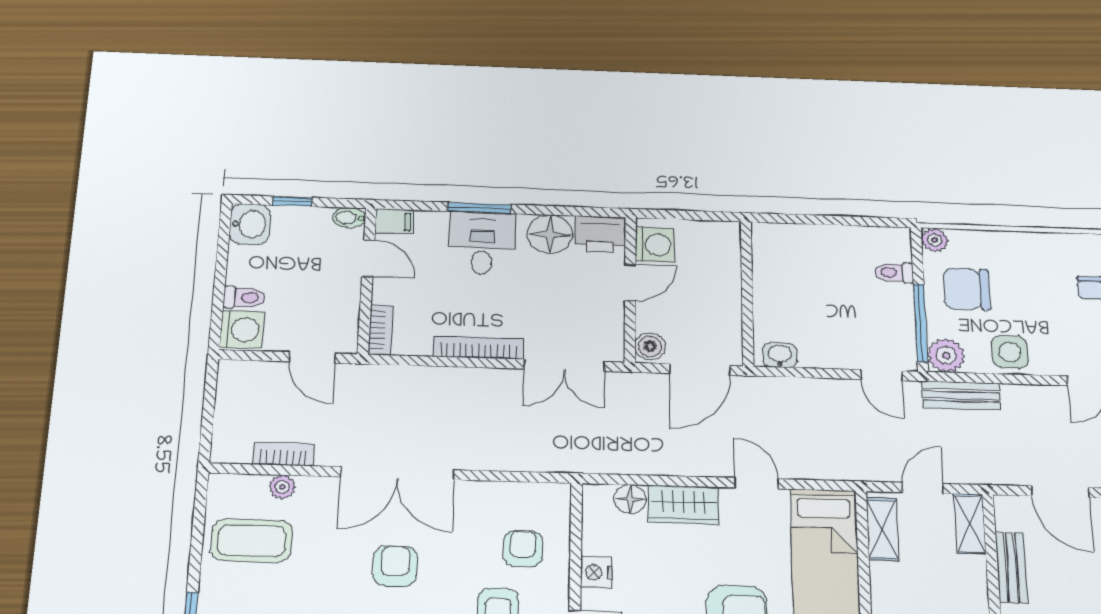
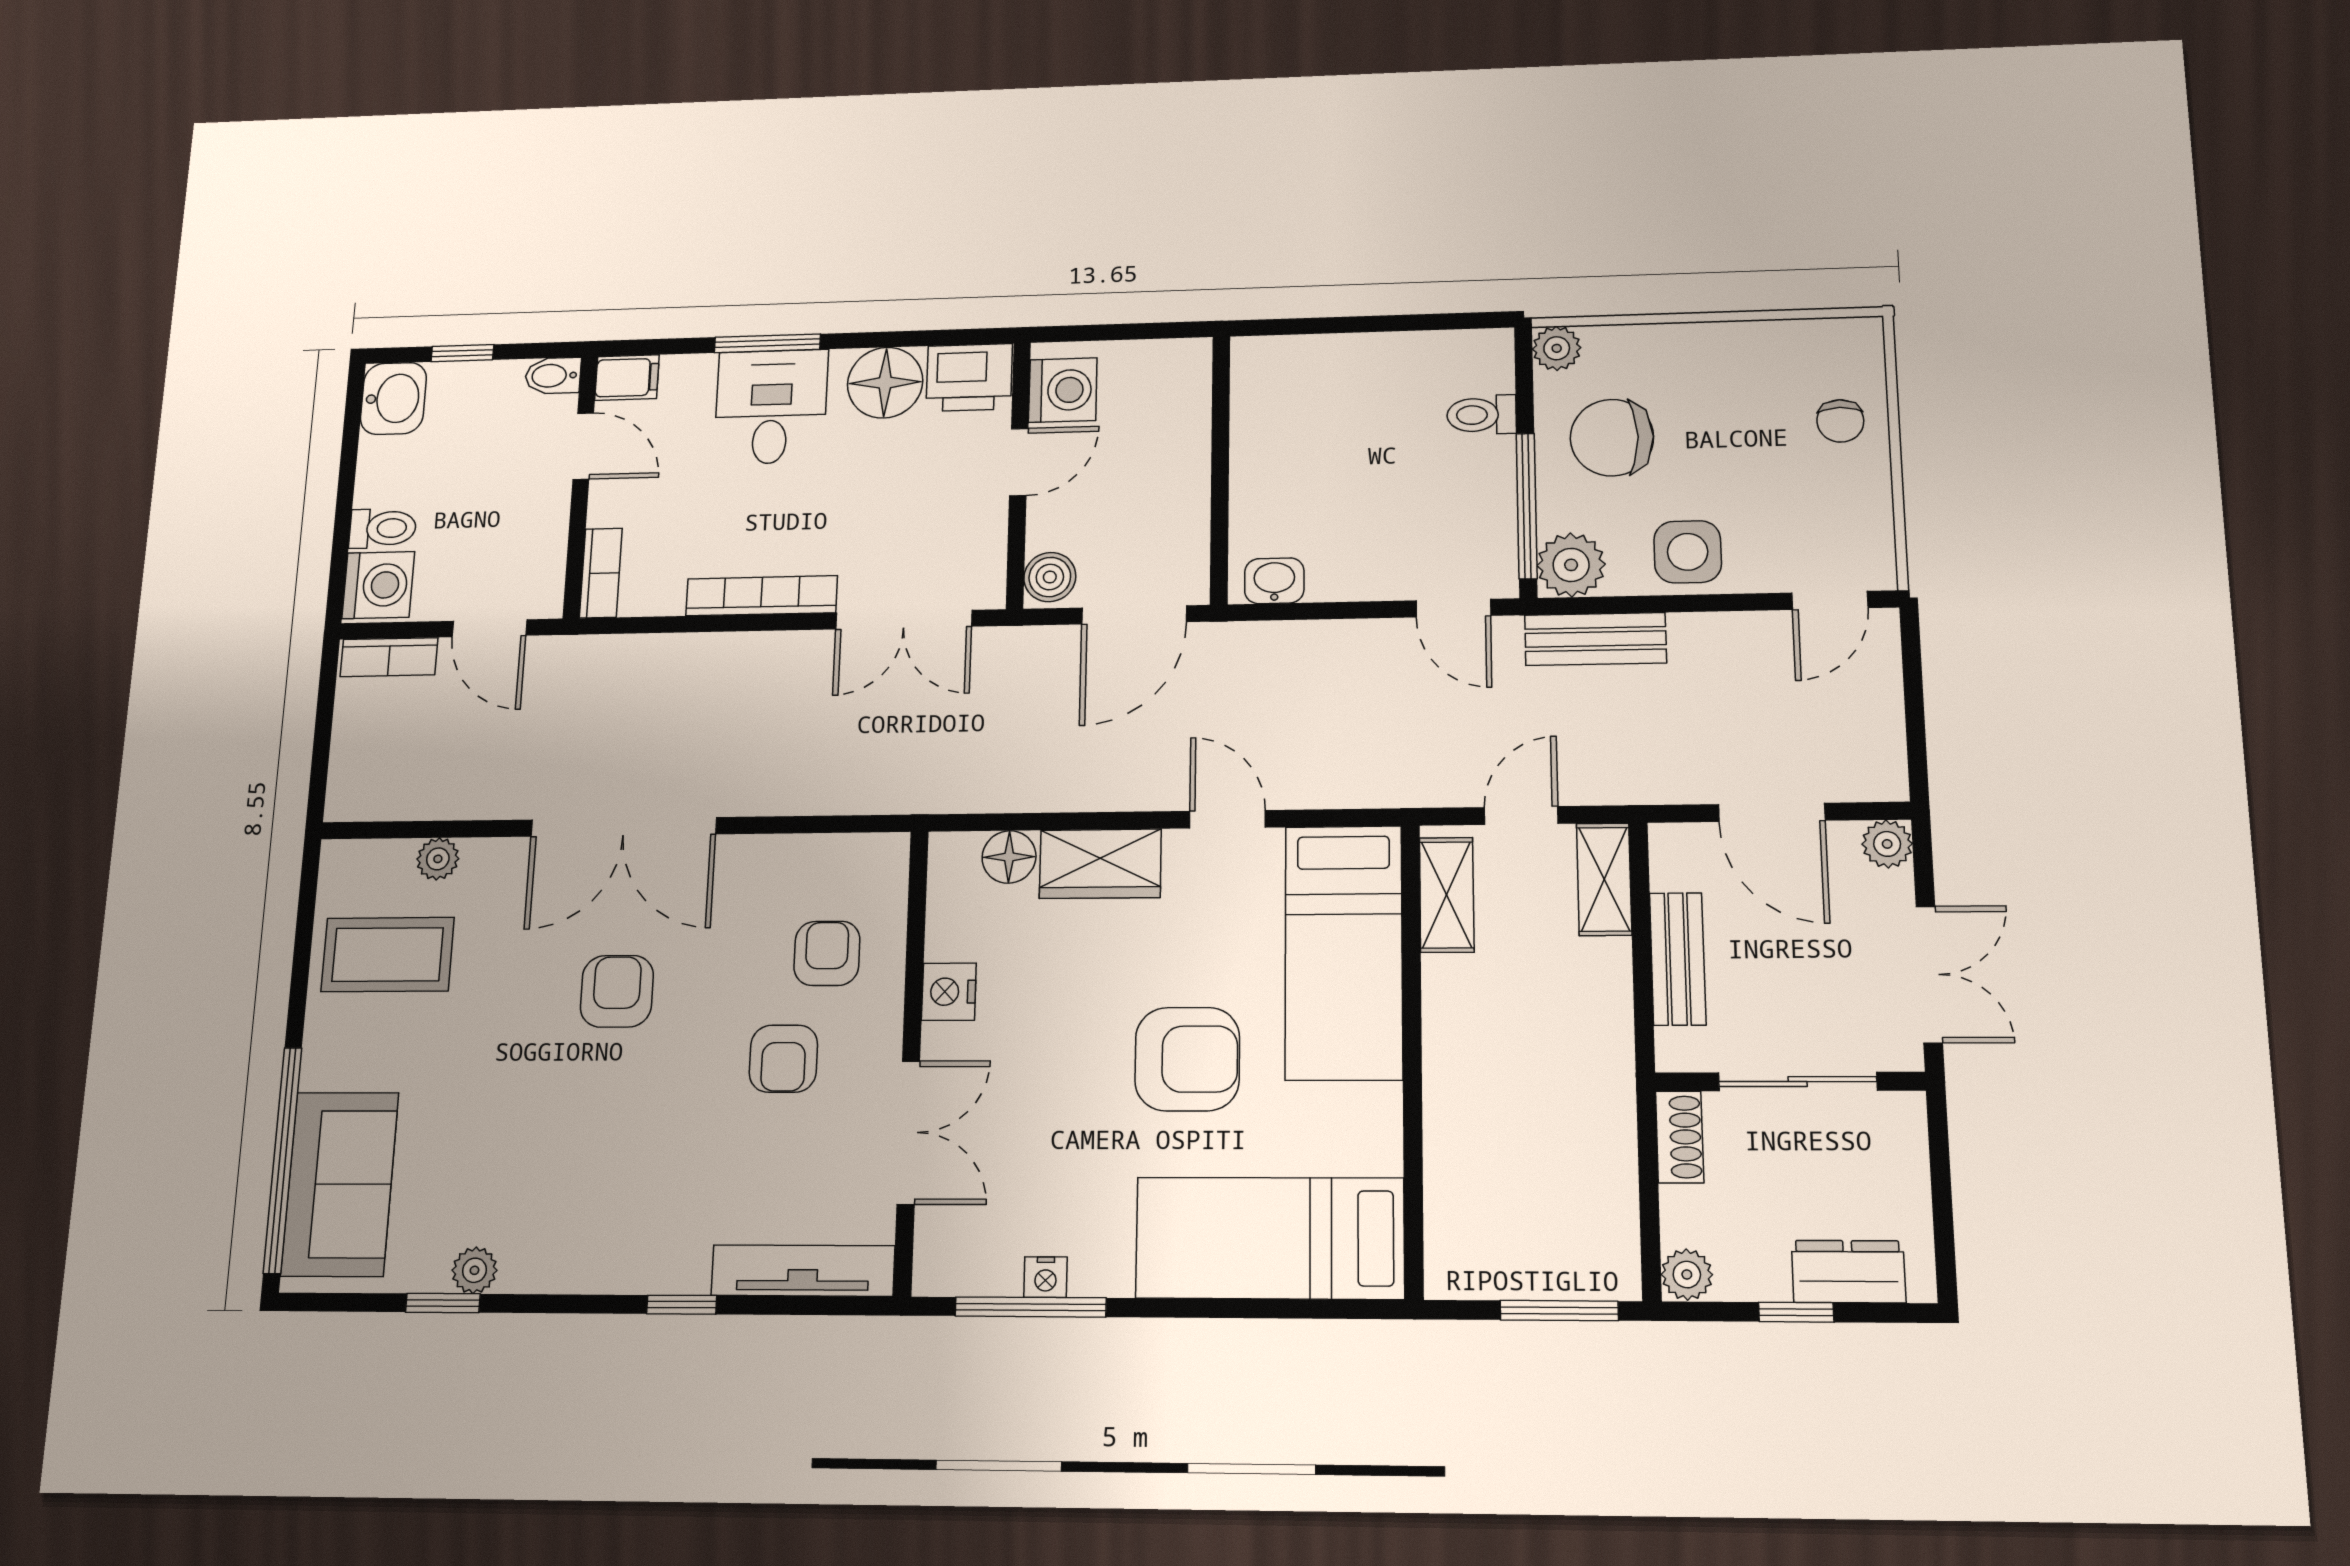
bookcase: (283, 454) -> (389, 657), moved, turned 180

